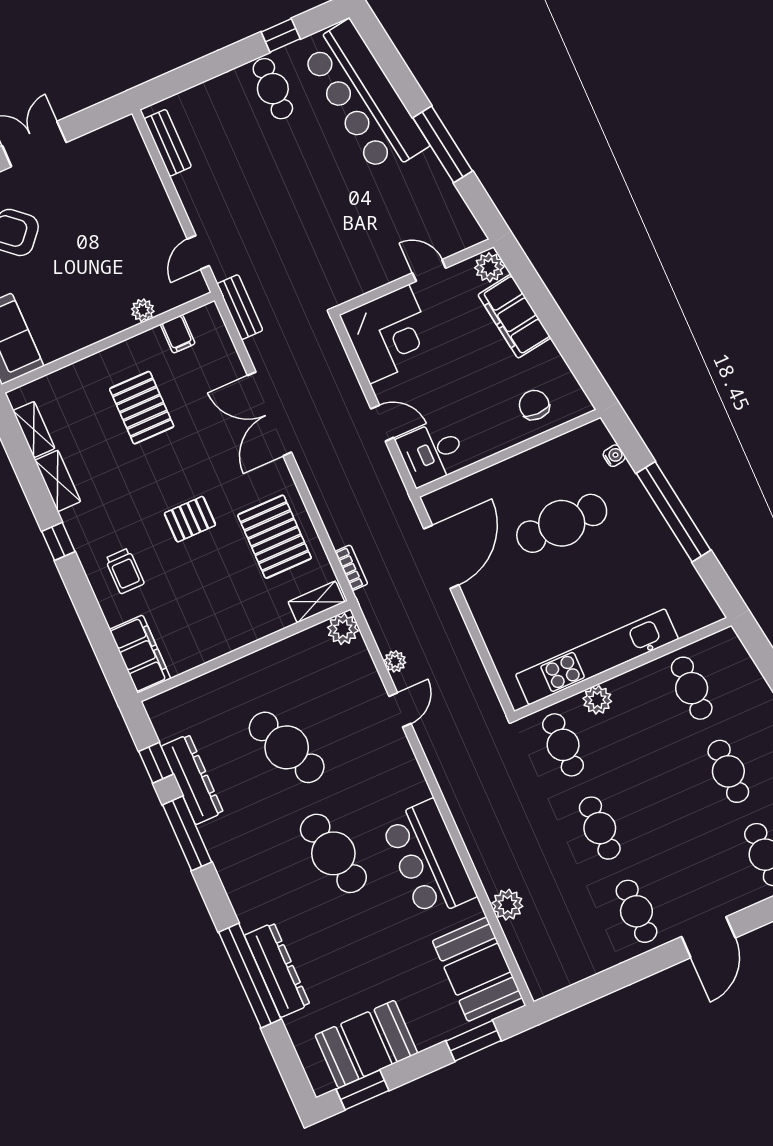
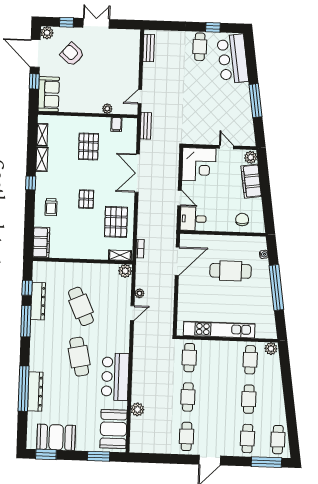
bar counter: (364, 98) -> (233, 59), width x0.73
pallet: (190, 519) -> (86, 199), turned 90
plant: (597, 700) -> (271, 349), moved

